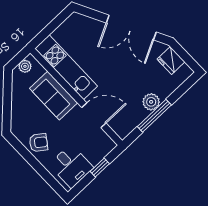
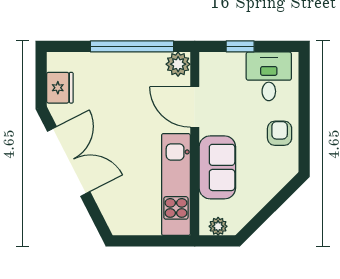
plant: (151, 102) -> (178, 64), moved
window: (154, 116) -> (132, 46), width x1.46
armchair: (38, 143) -> (280, 133), turned 54

